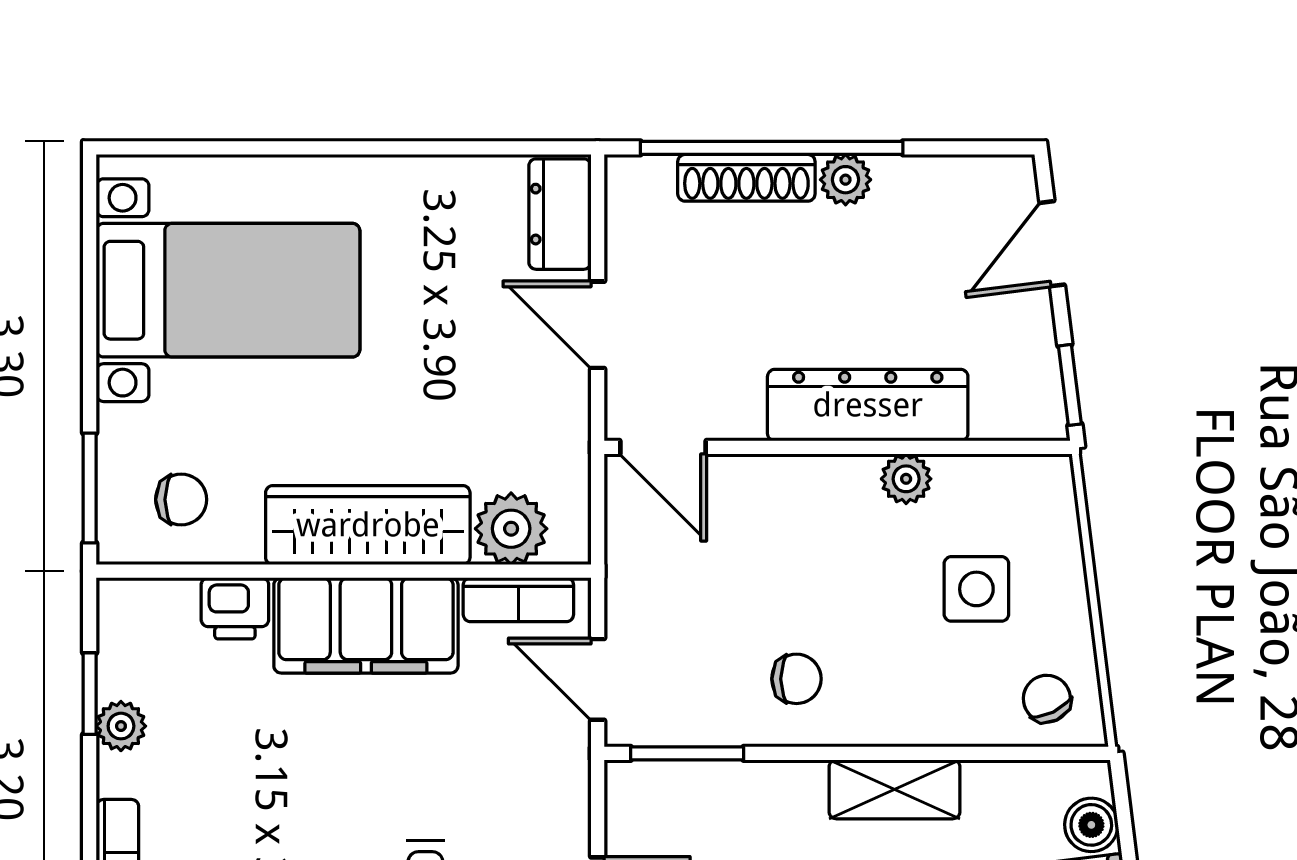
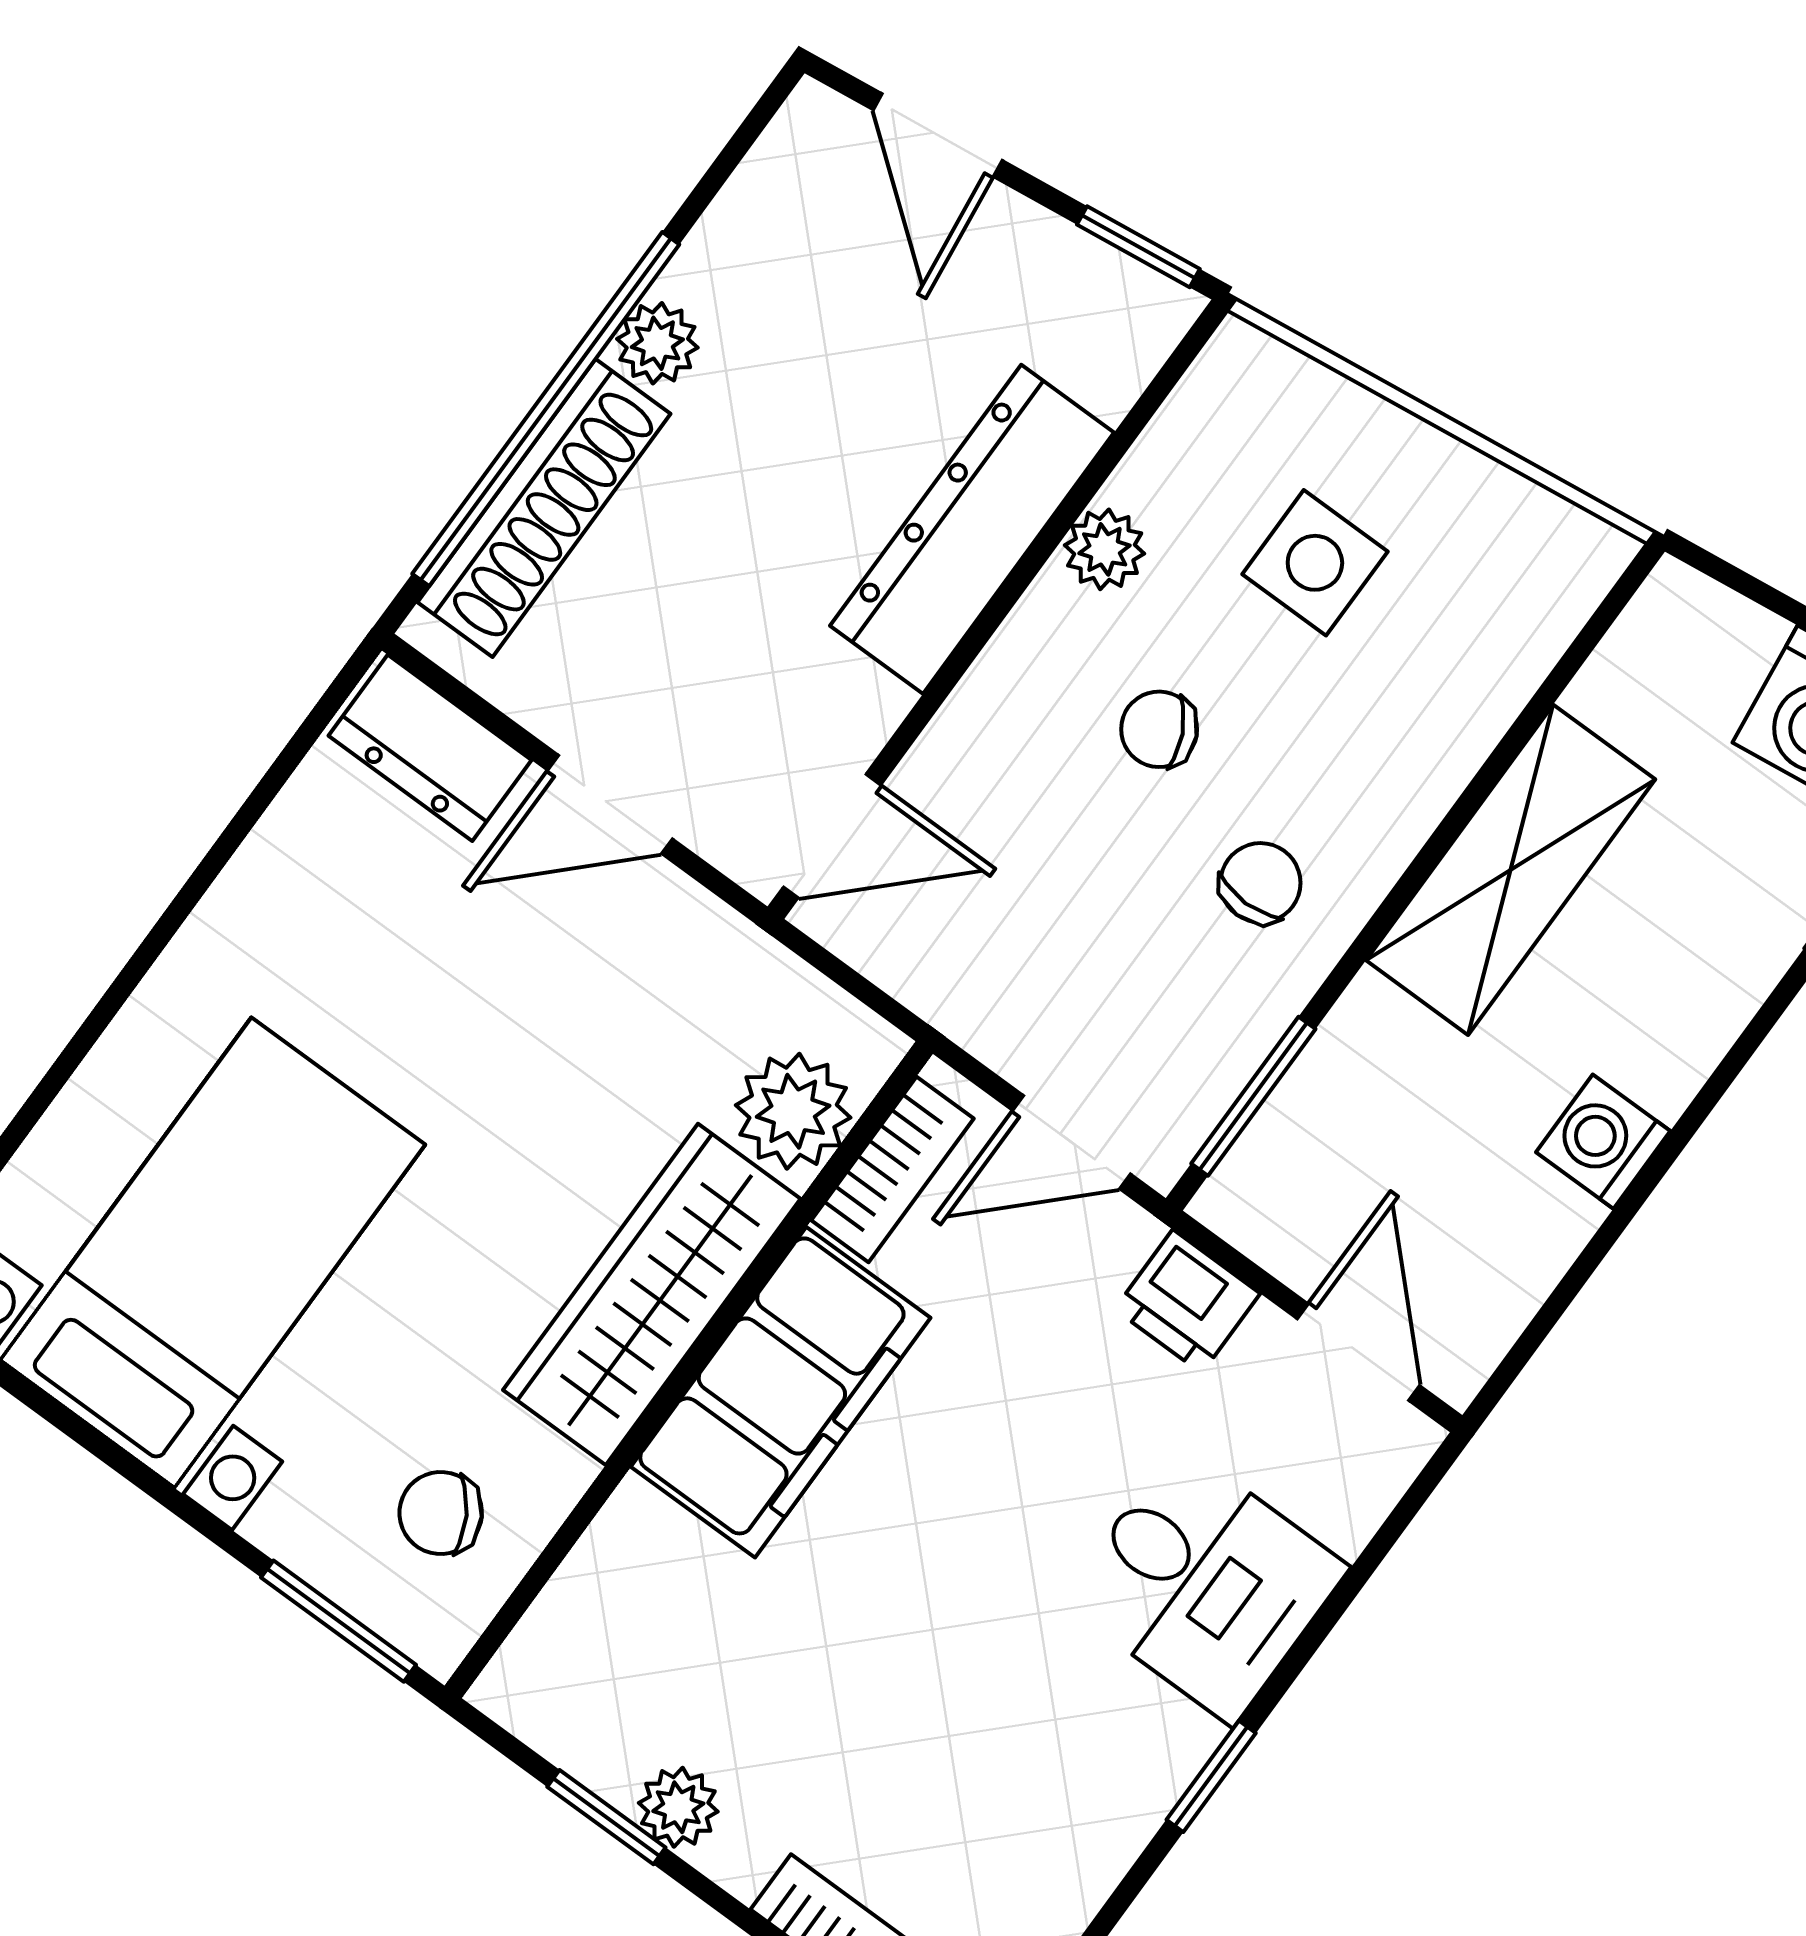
shoe rack: (746, 178) -> (544, 508), width x1.36, depth x1.24
chair: (181, 500) -> (441, 1513), turned -121
printer: (235, 608) -> (1187, 1301), moved, turned 90
chair: (1047, 699) -> (1159, 729), moved
shelving: (894, 789) -> (1511, 870), width x1.50, depth x1.33
boiler: (1091, 825) -> (1732, 638), removed

